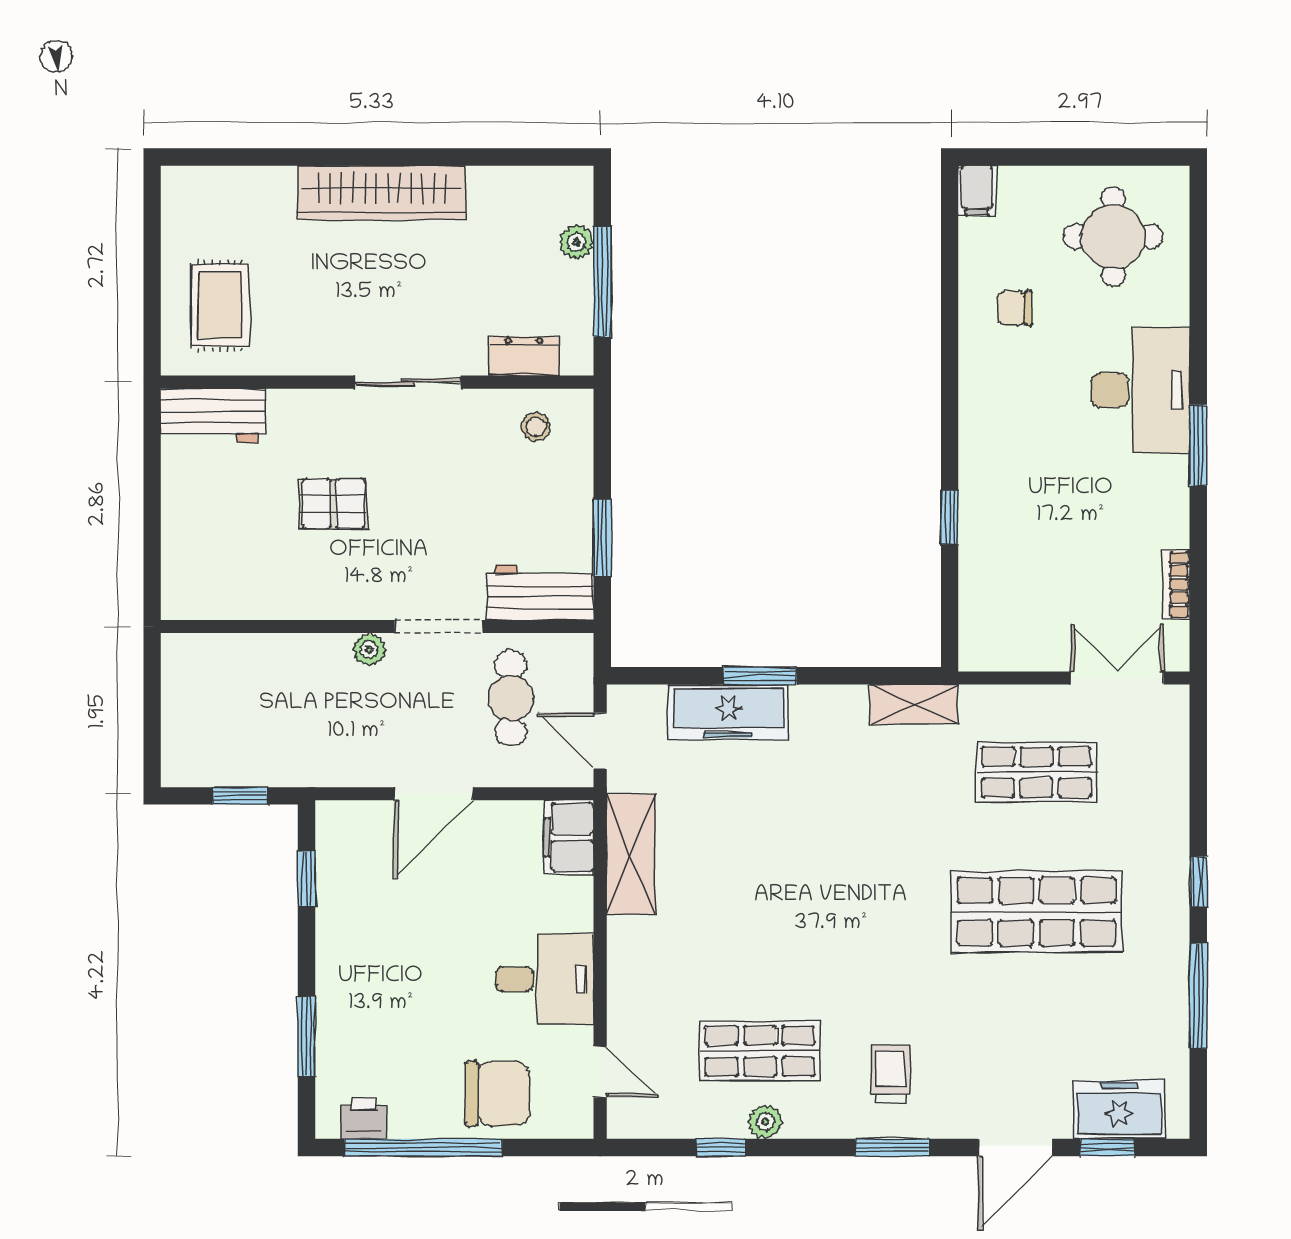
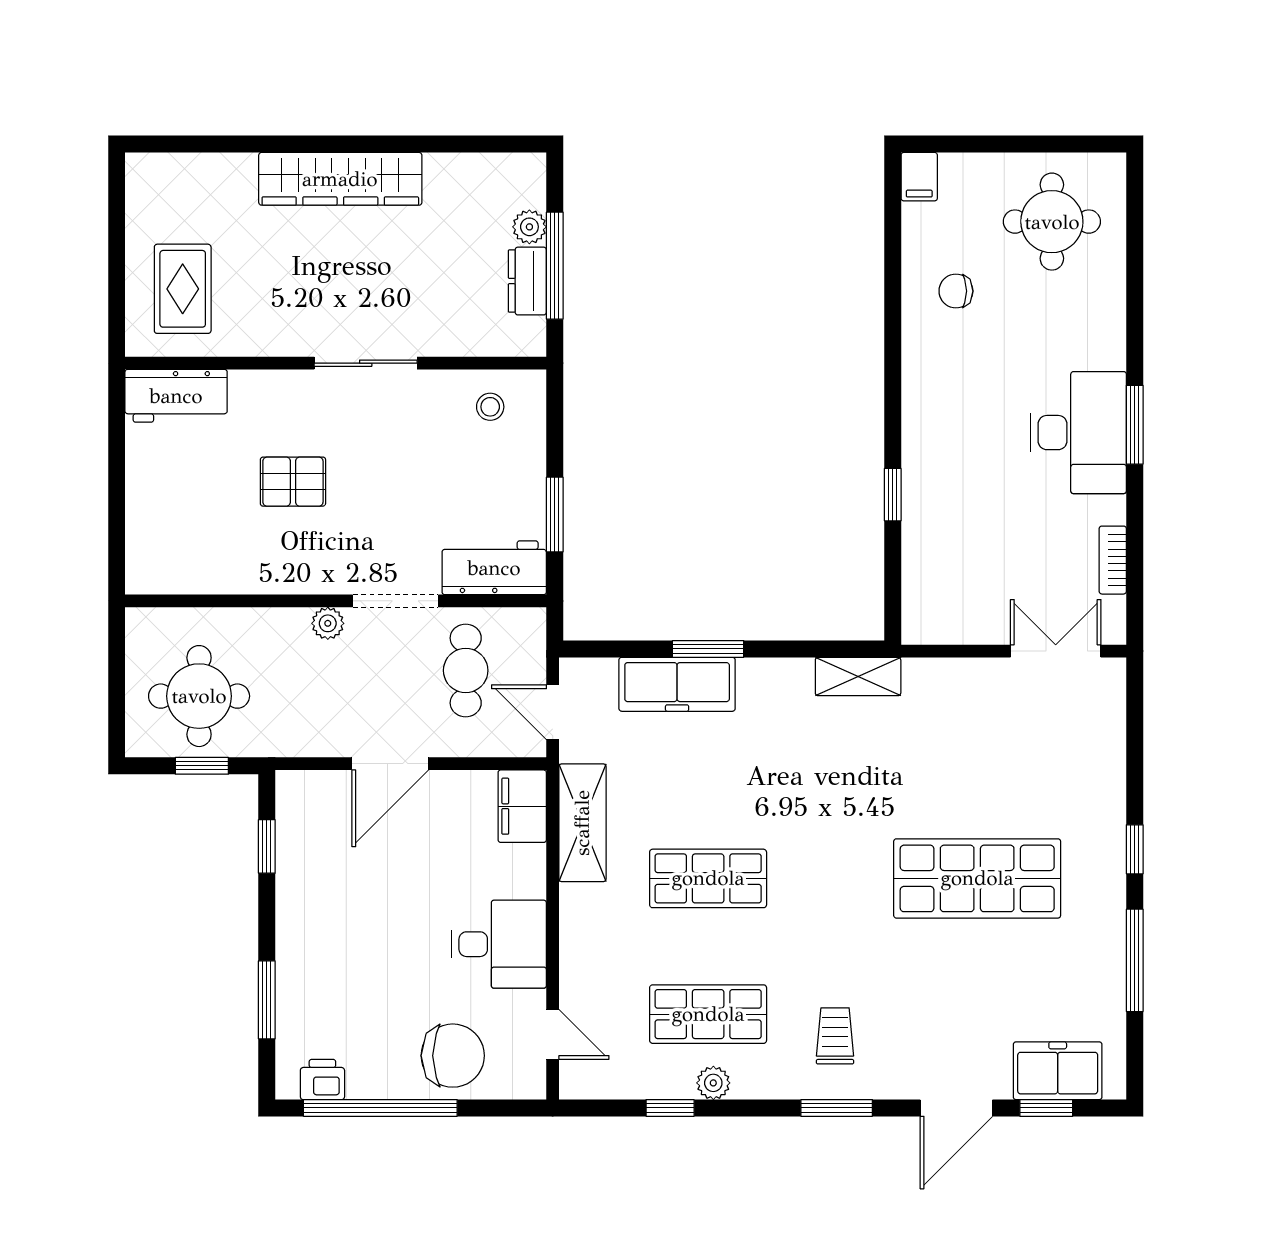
dresser: (524, 356) -> (527, 281), moved, turned -90
desk: (1140, 390) -> (1078, 433), moved
round table: (237, 724) -> (199, 696), added
shop shelf: (1036, 772) -> (708, 878), moved

